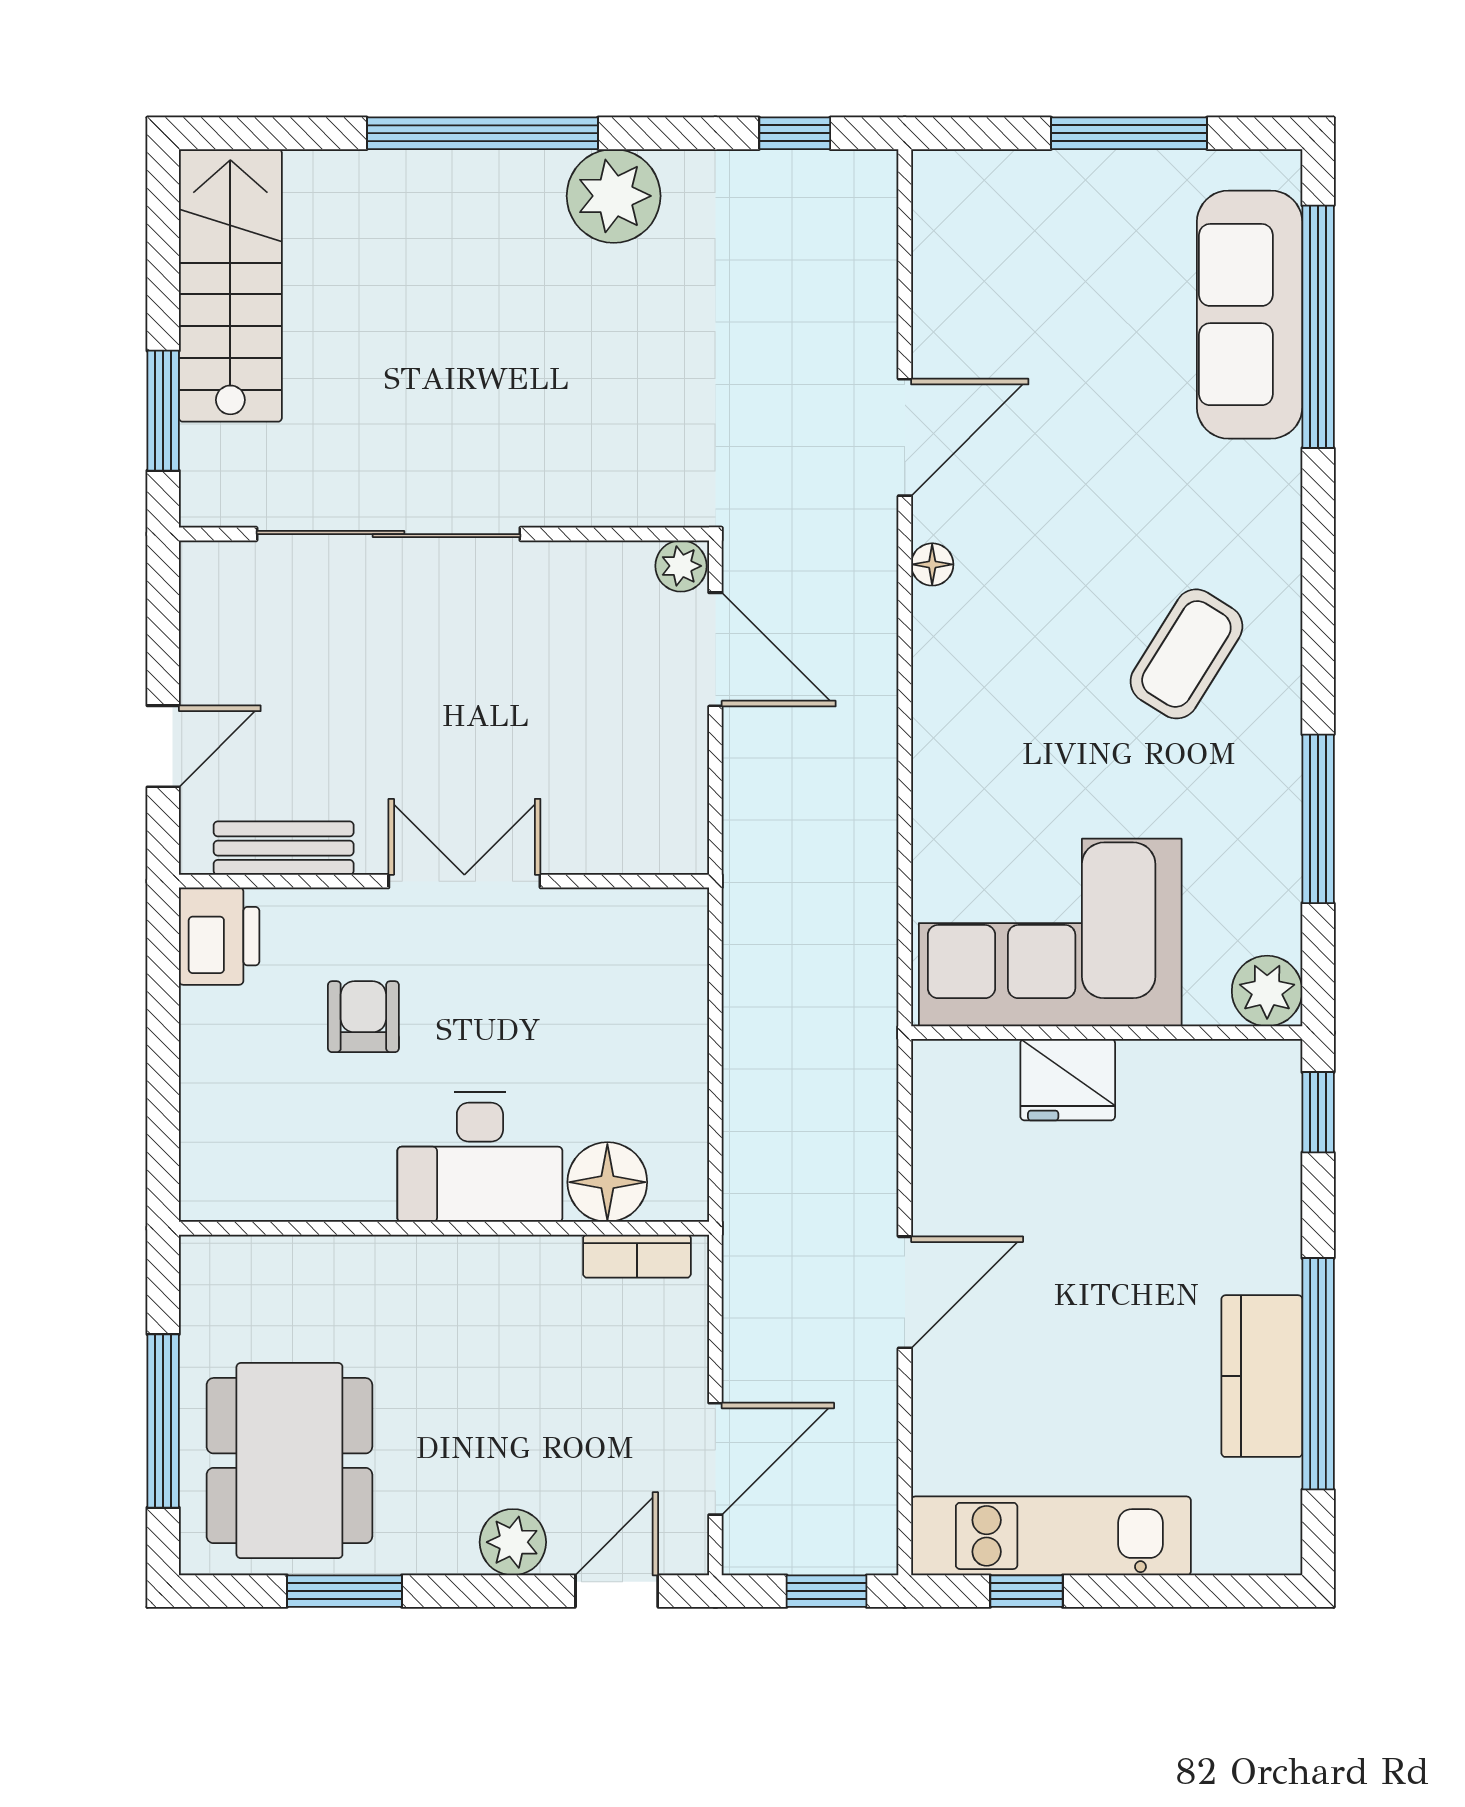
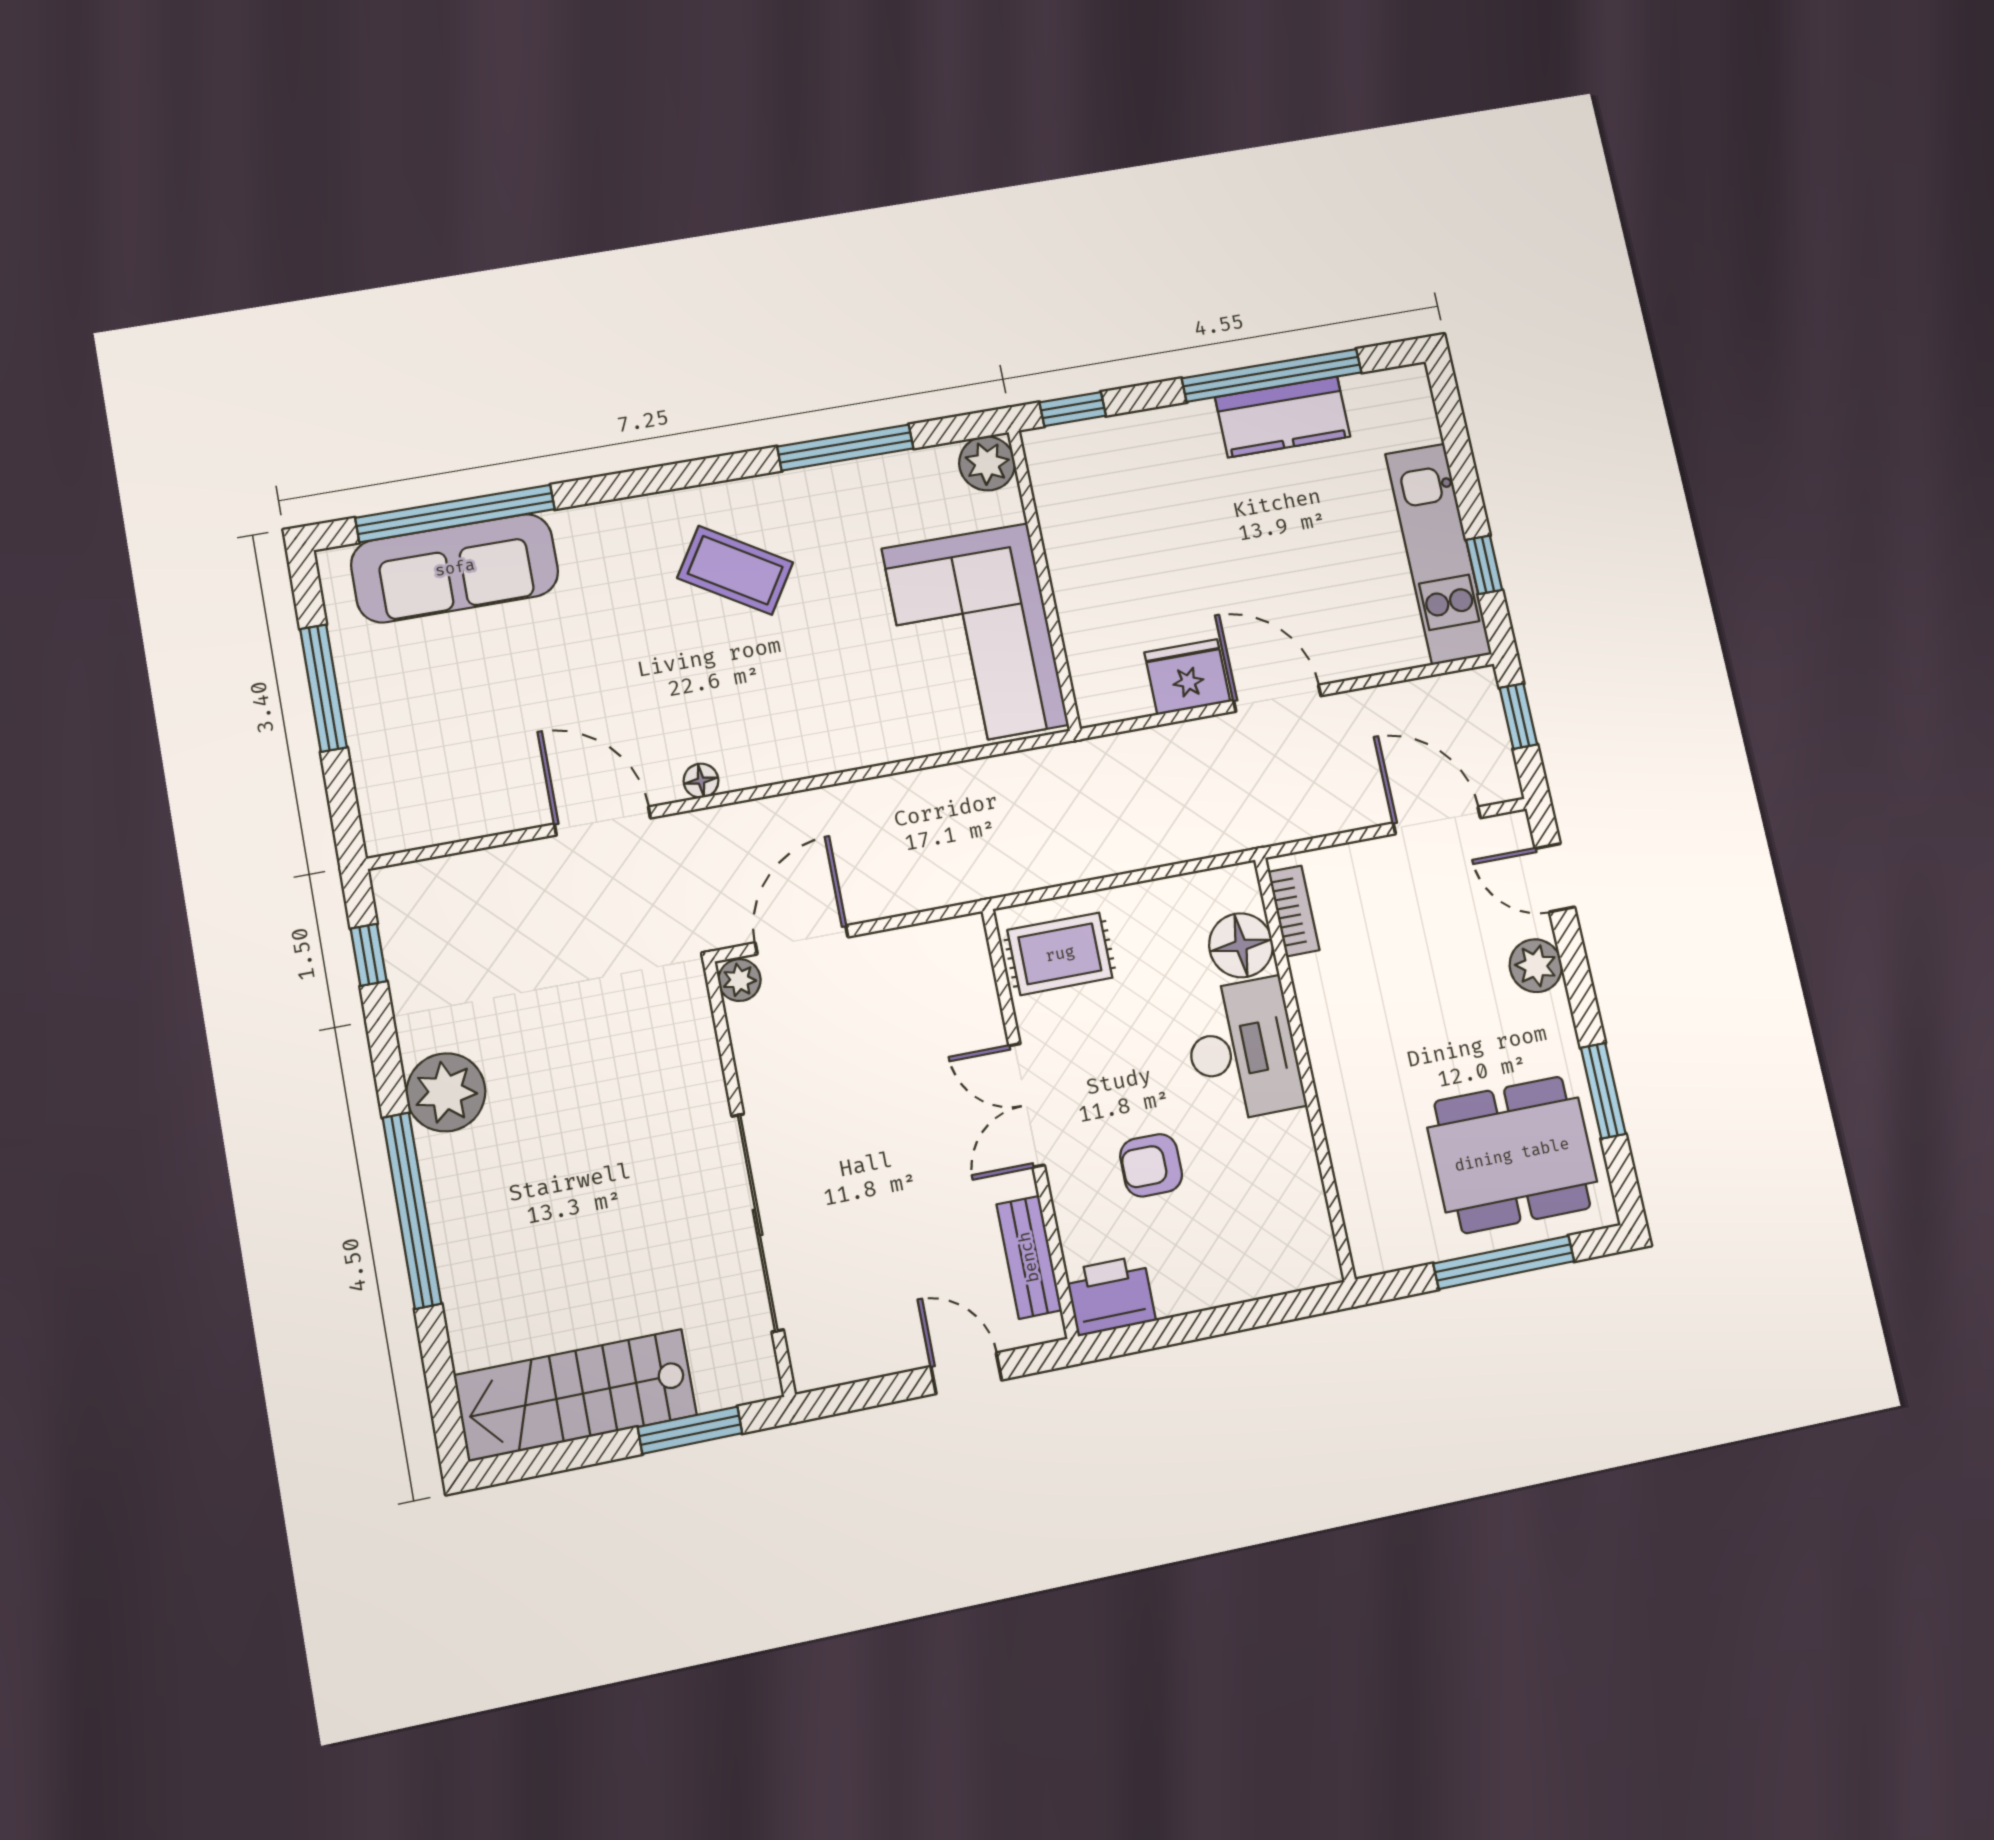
rug: (639, 958) -> (1060, 954), added
fridge: (1068, 1080) -> (1187, 677), moved, turned -90

